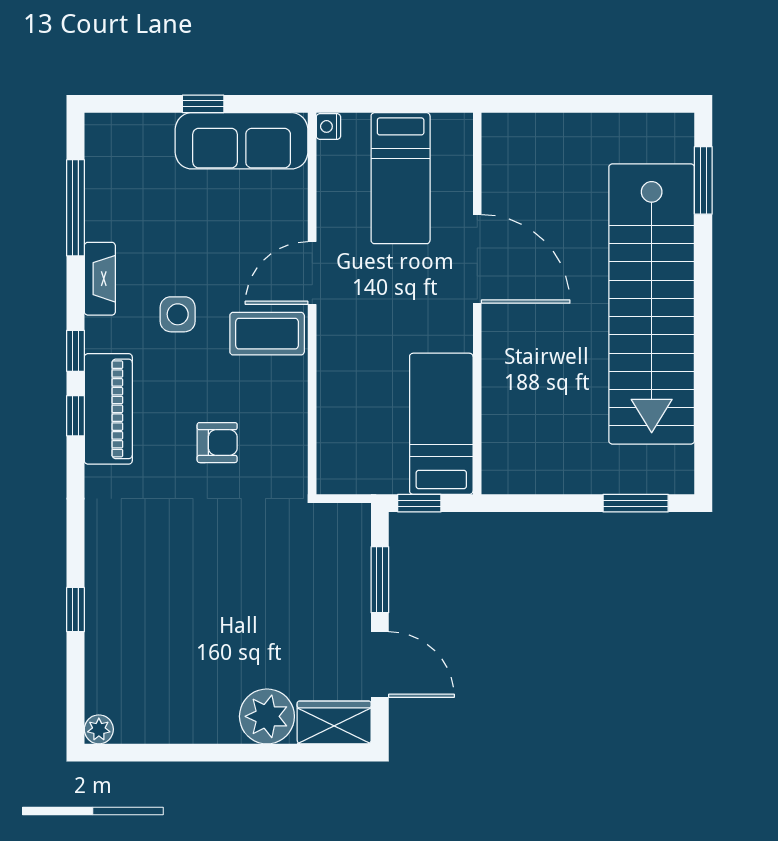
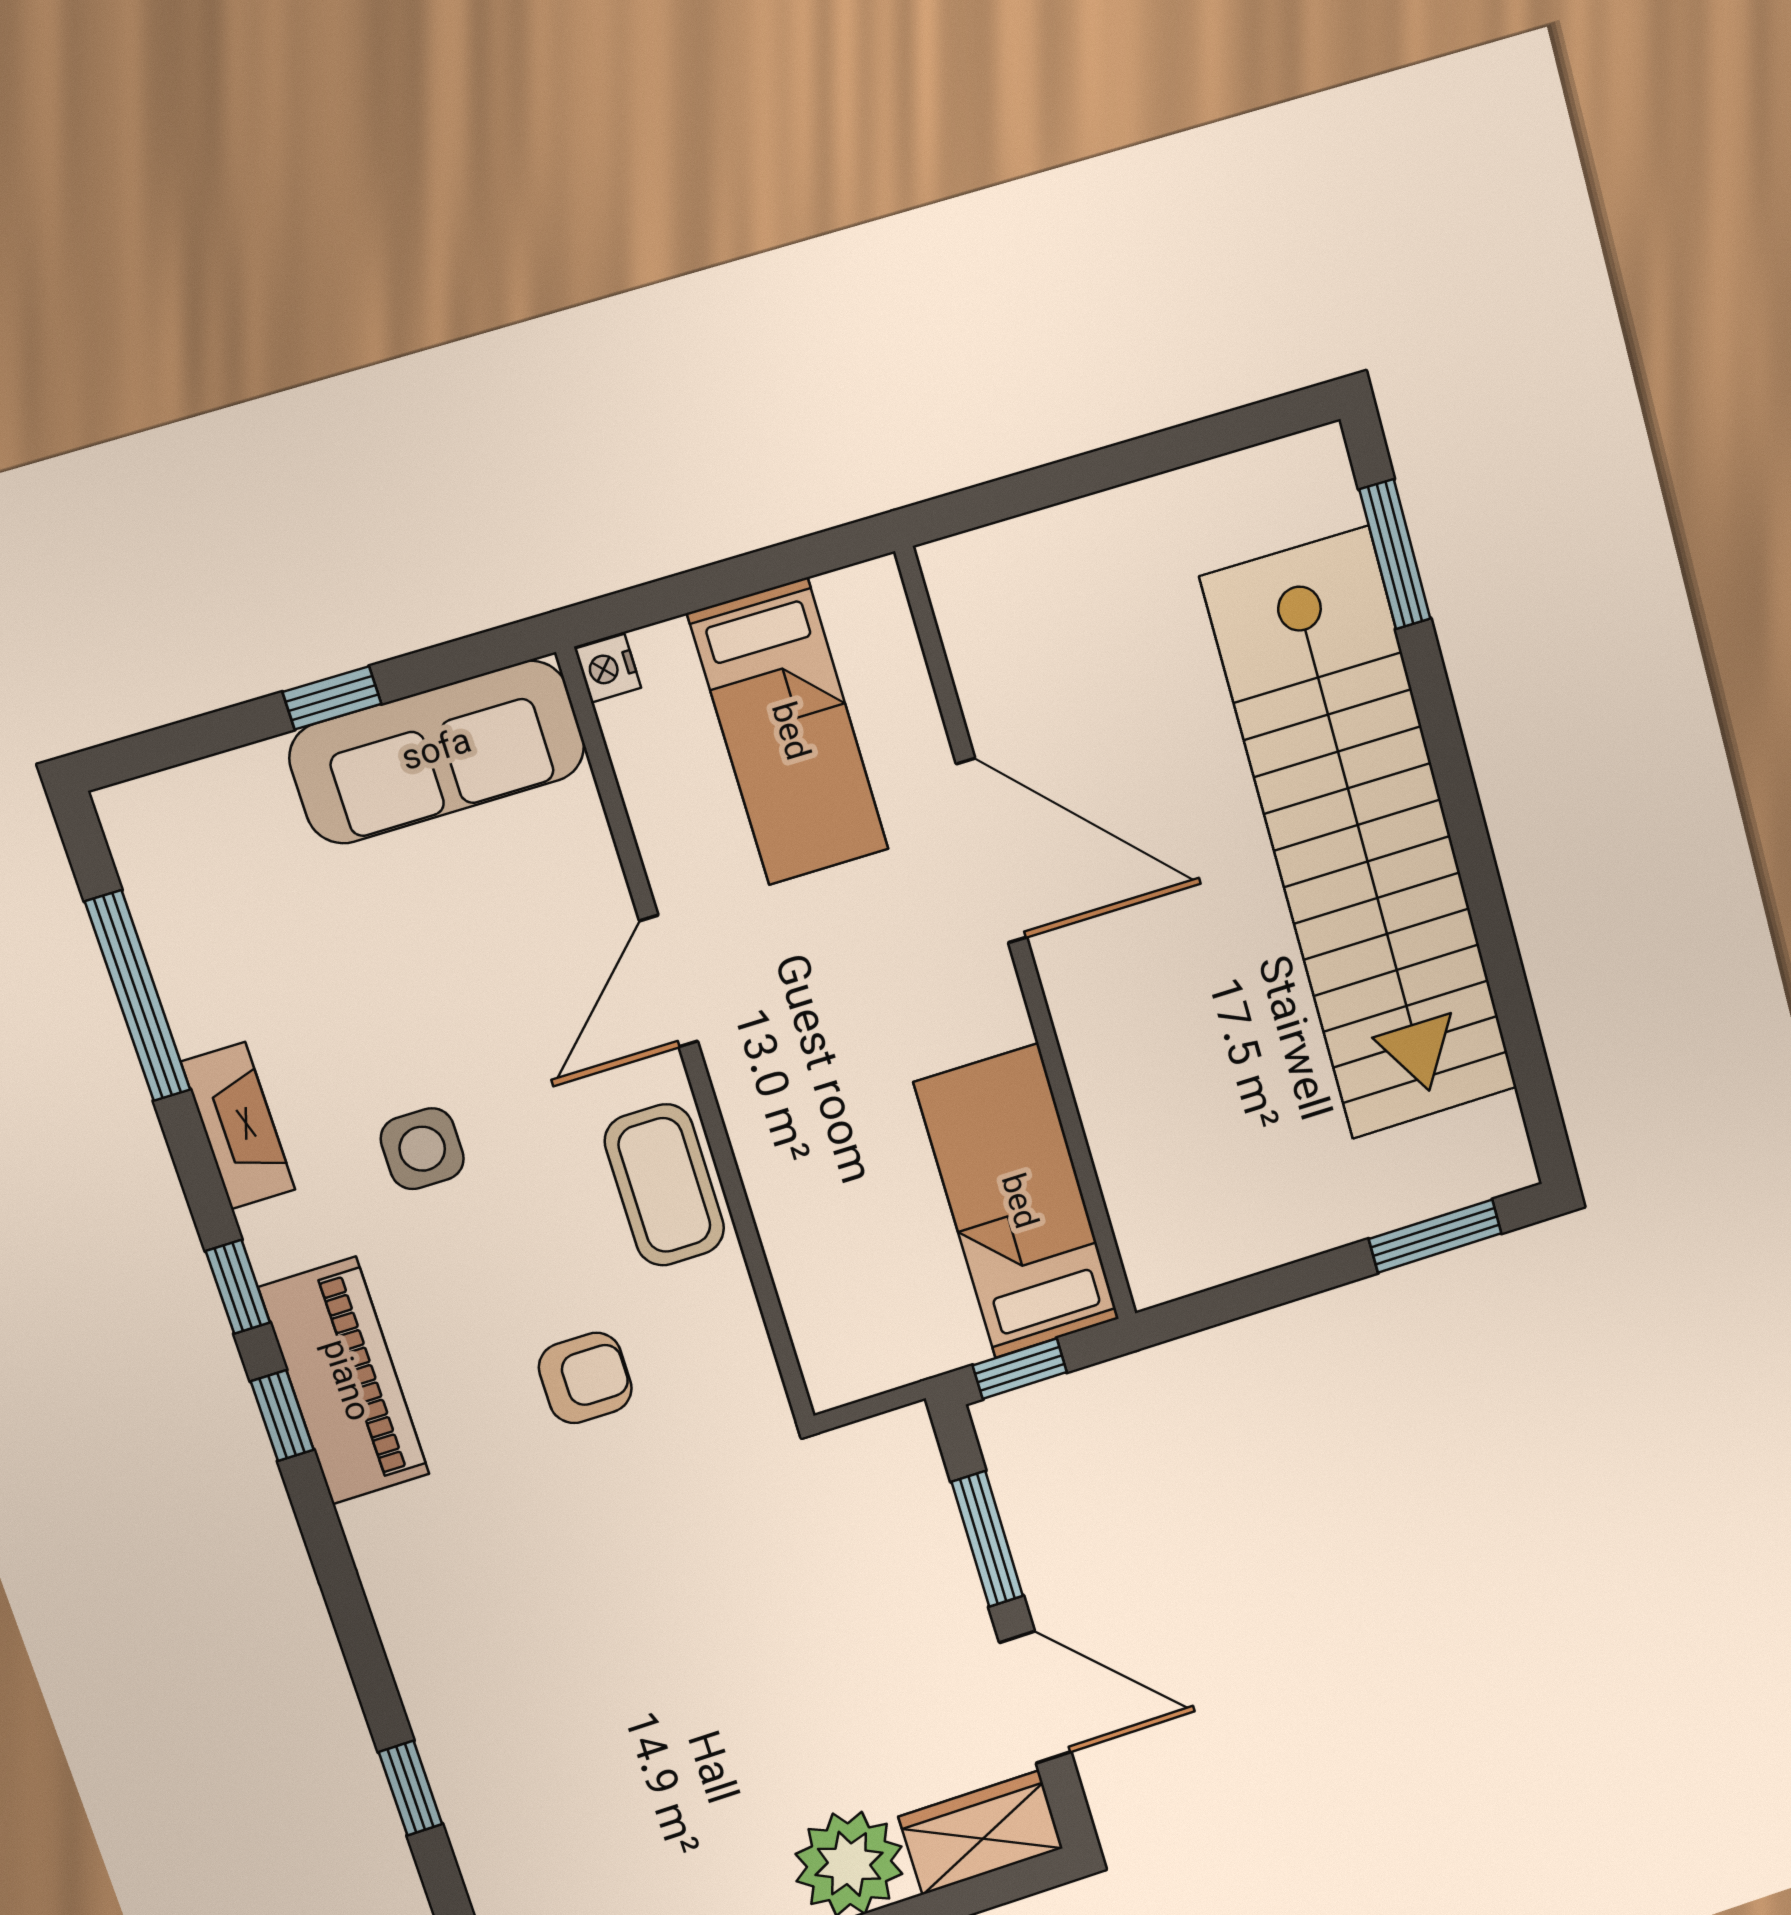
coffee table: (267, 334) -> (664, 1185), moved, turned 90

